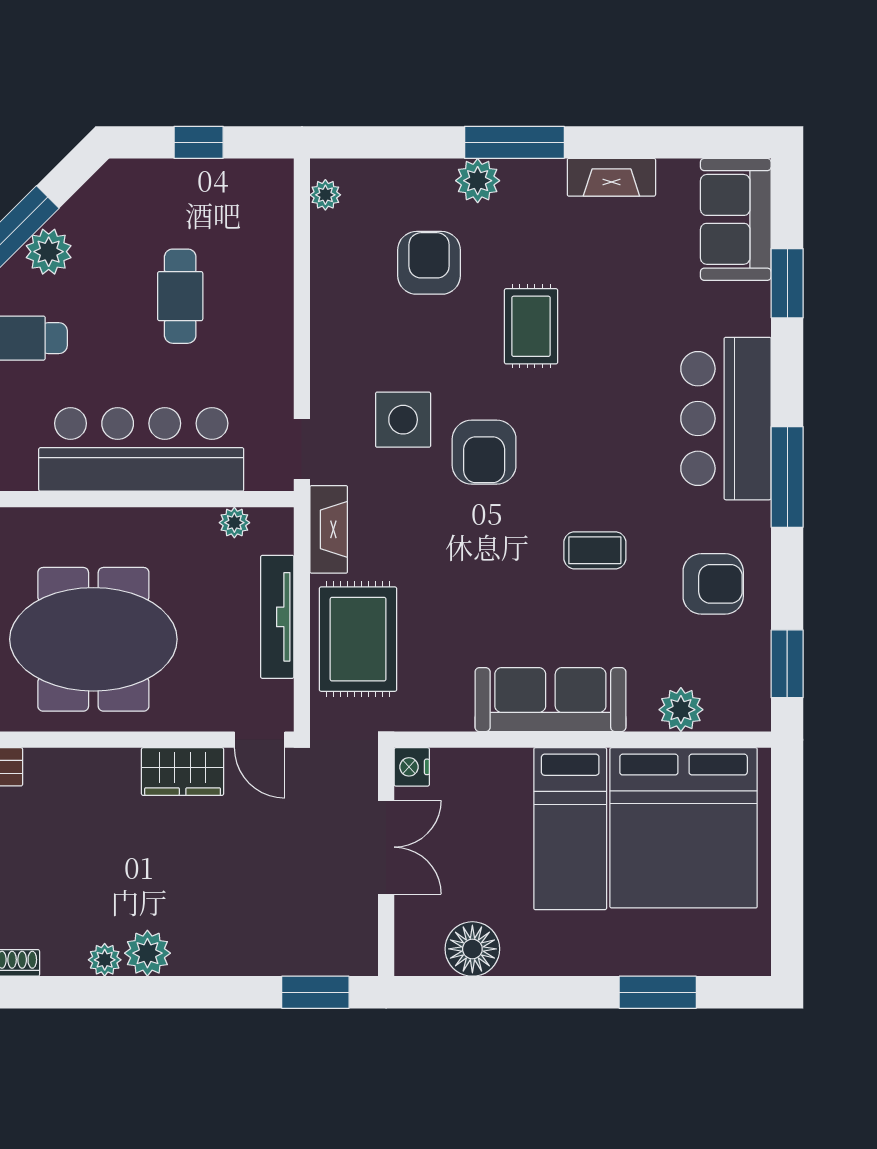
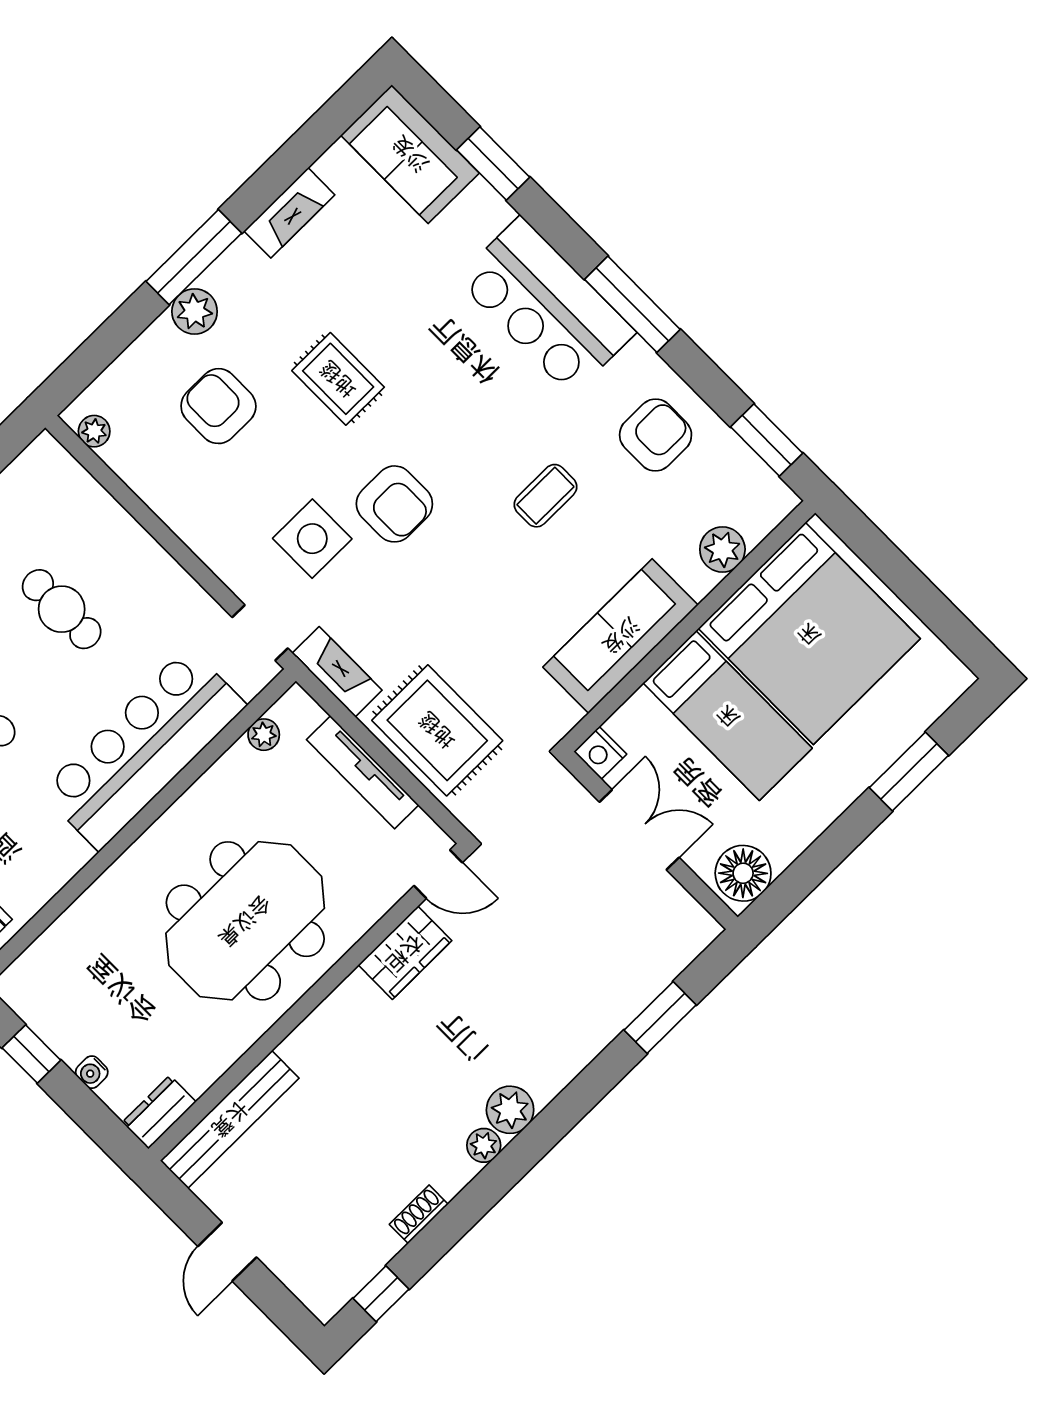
nightstand: (412, 767) -> (600, 753), moved
double door: (386, 847) -> (639, 830), moved
wall: (386, 862) -> (650, 840), moved

